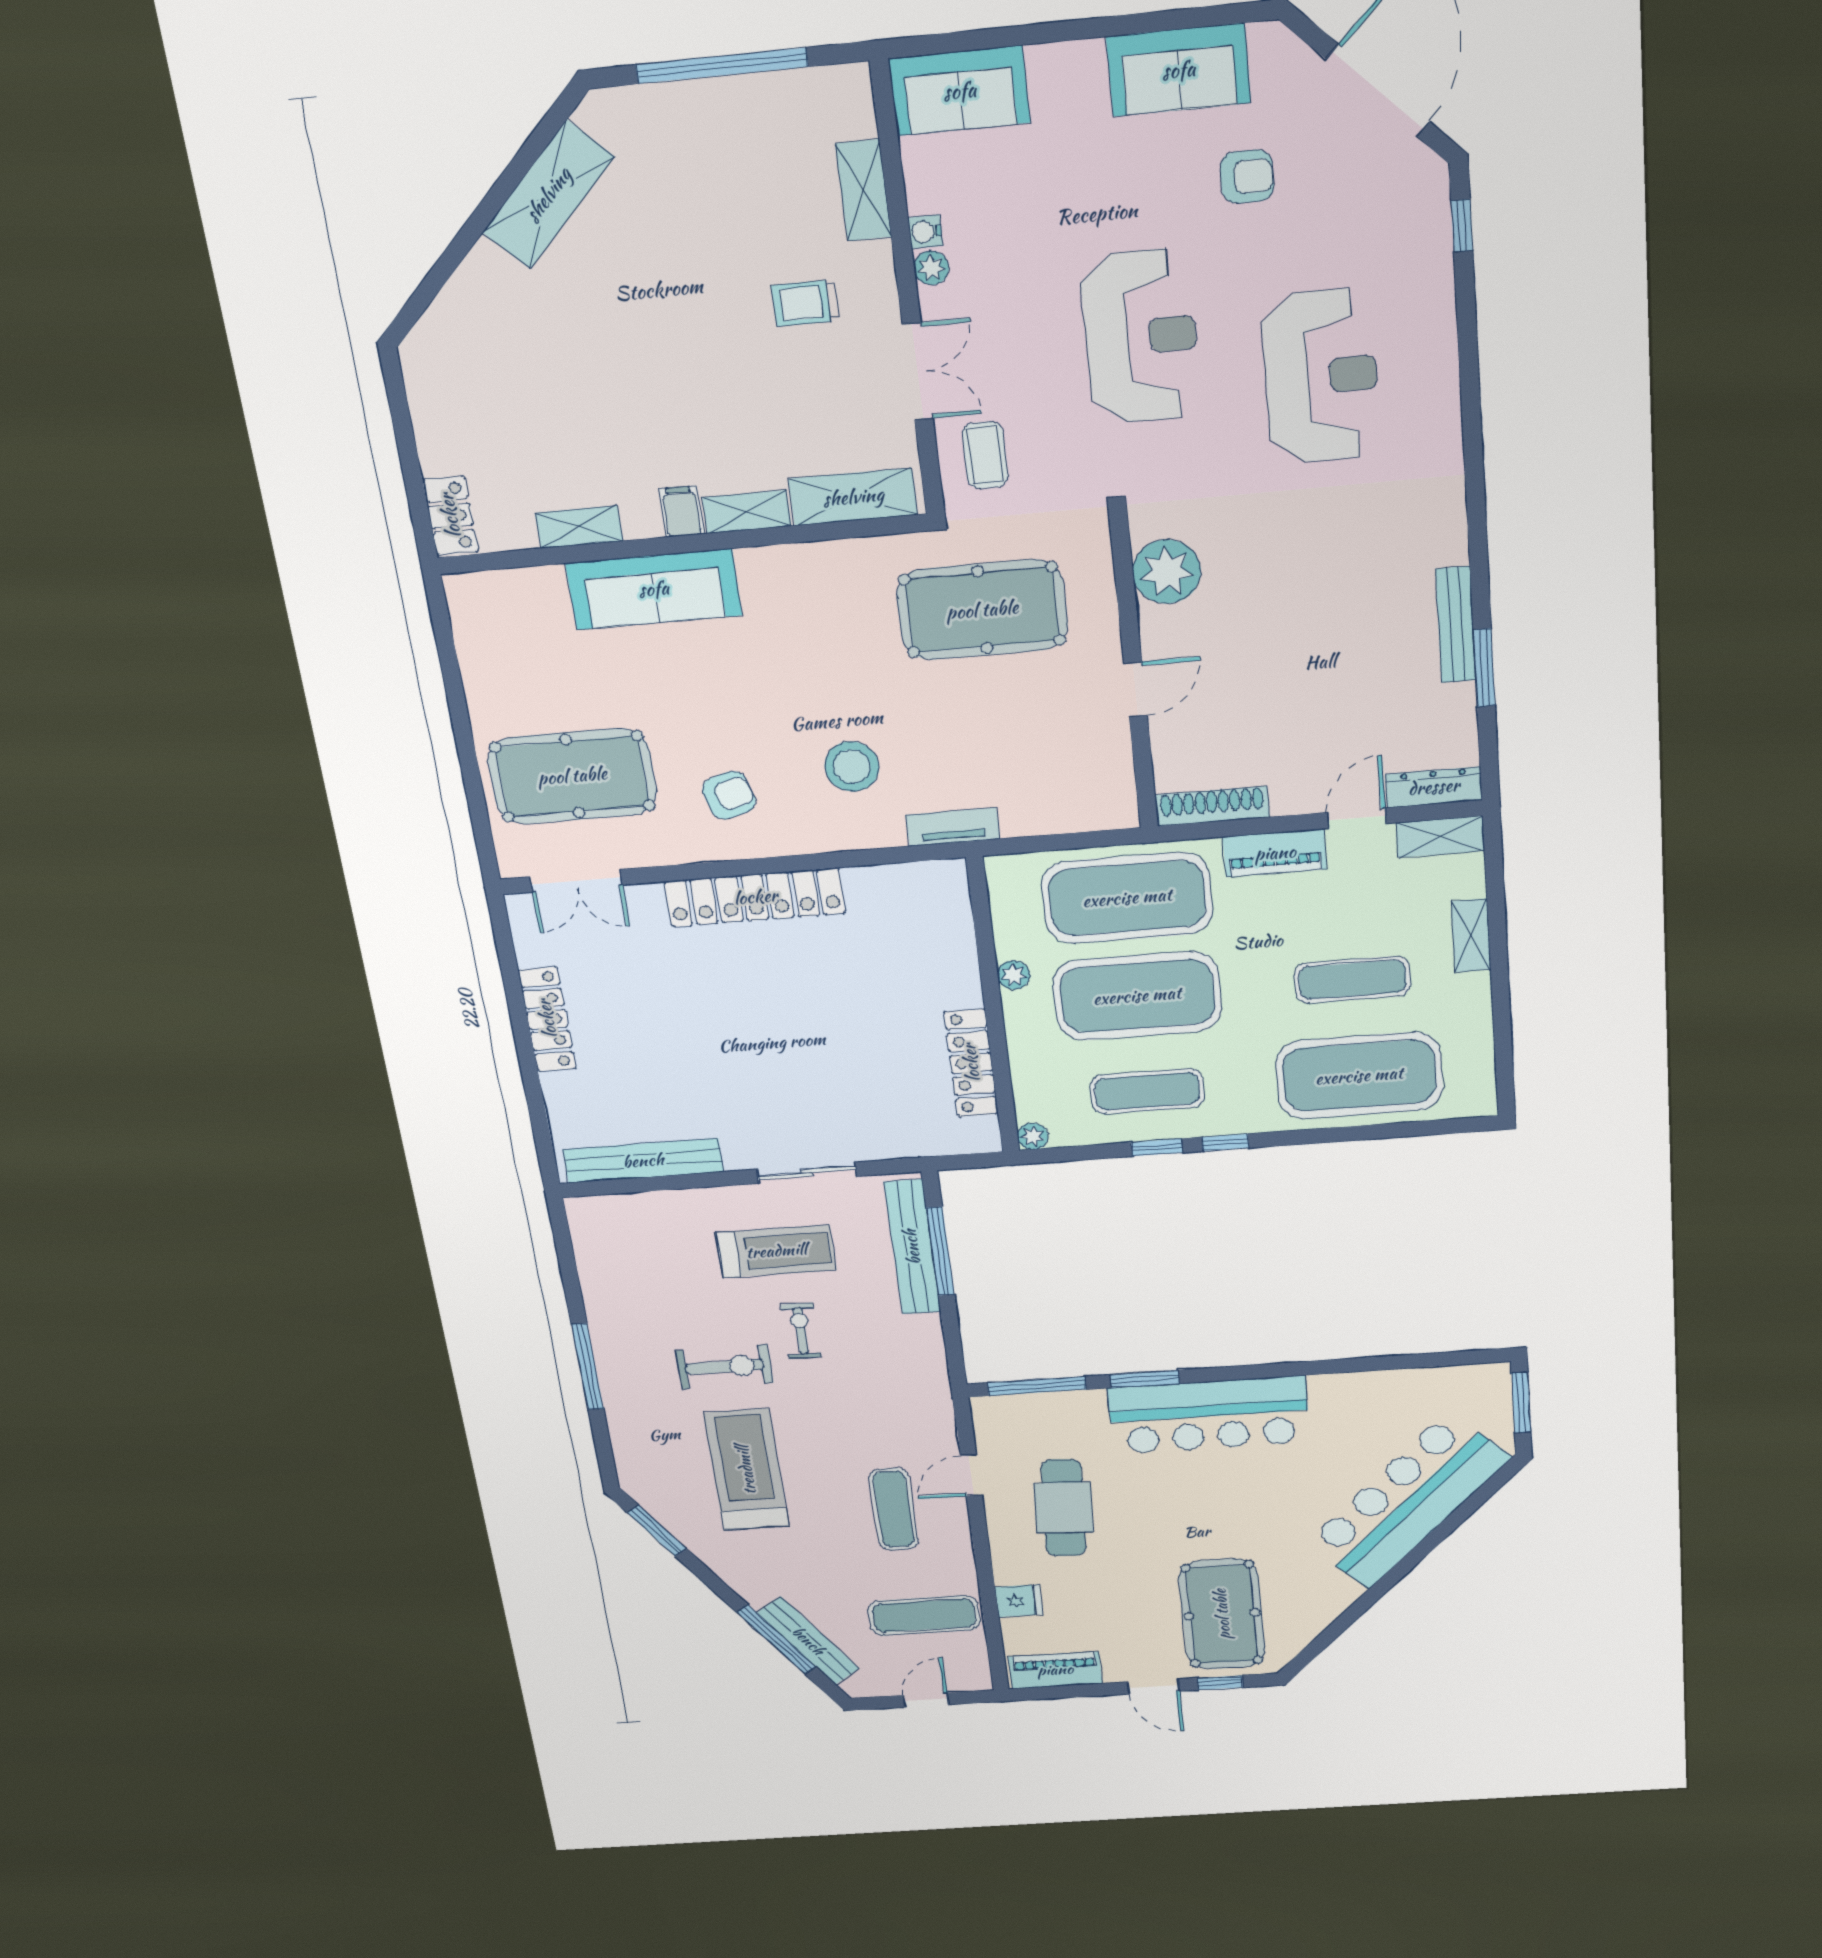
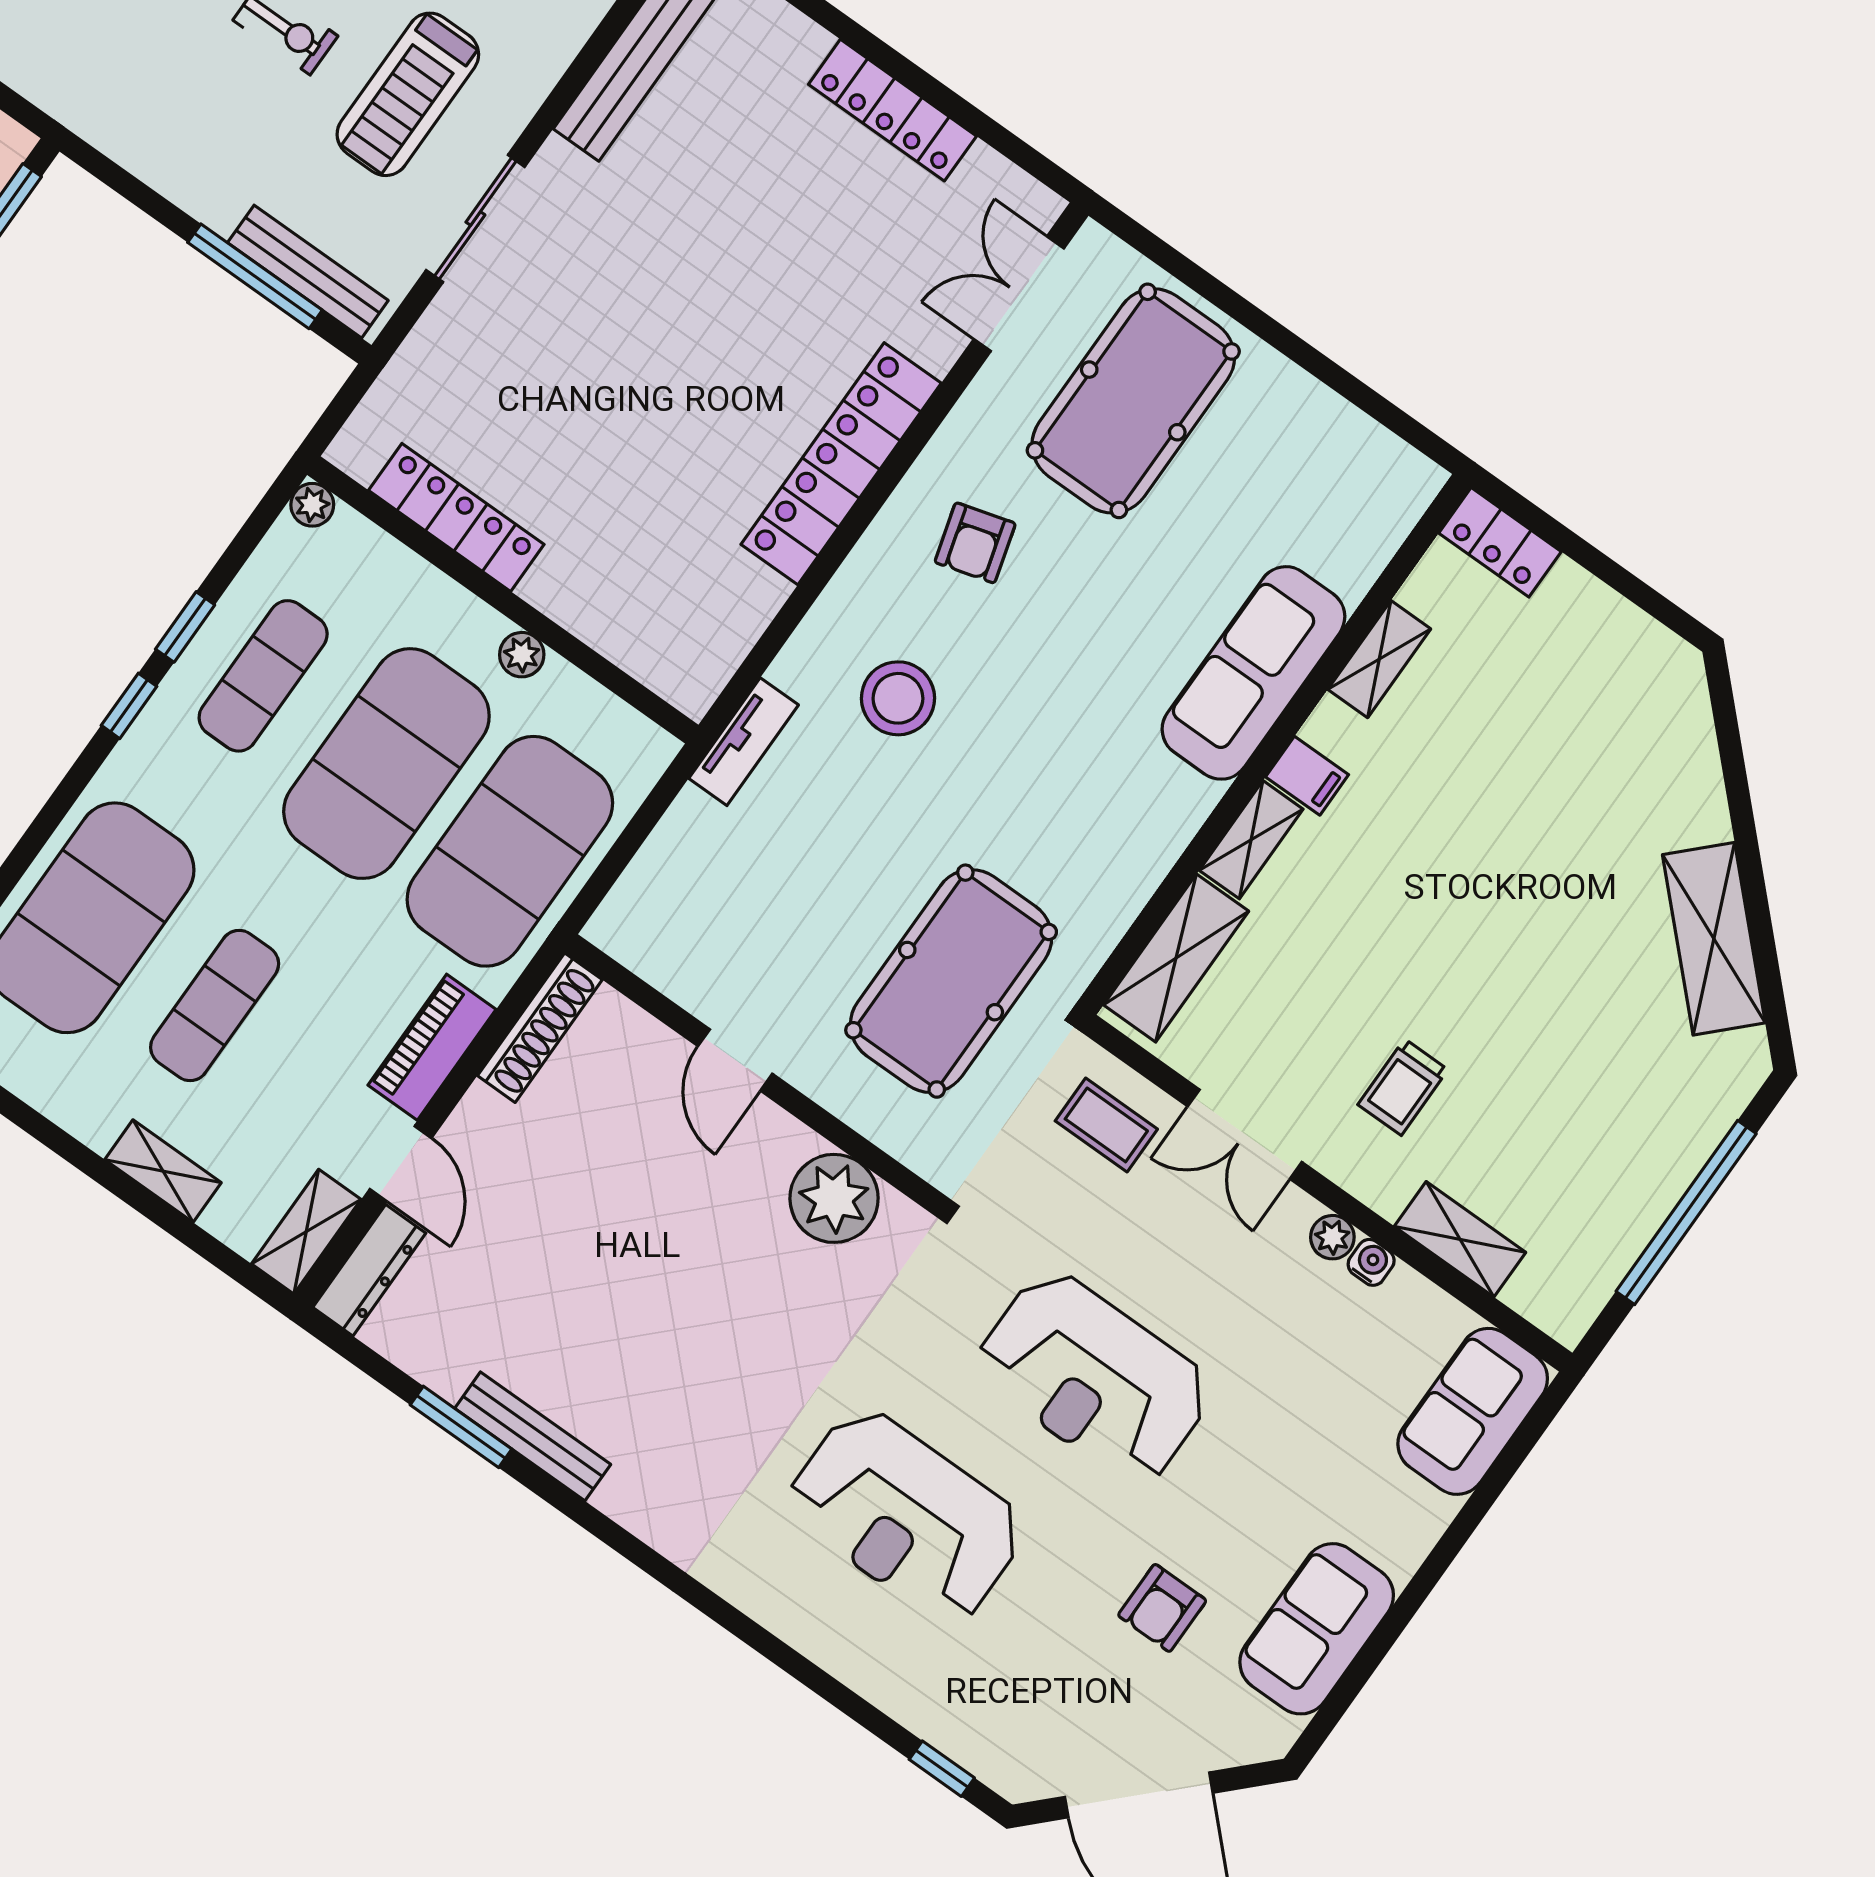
trolley: (806, 303) -> (1403, 1087), turned 180
bench: (912, 1247) -> (308, 272), width x0.73, depth x0.82

